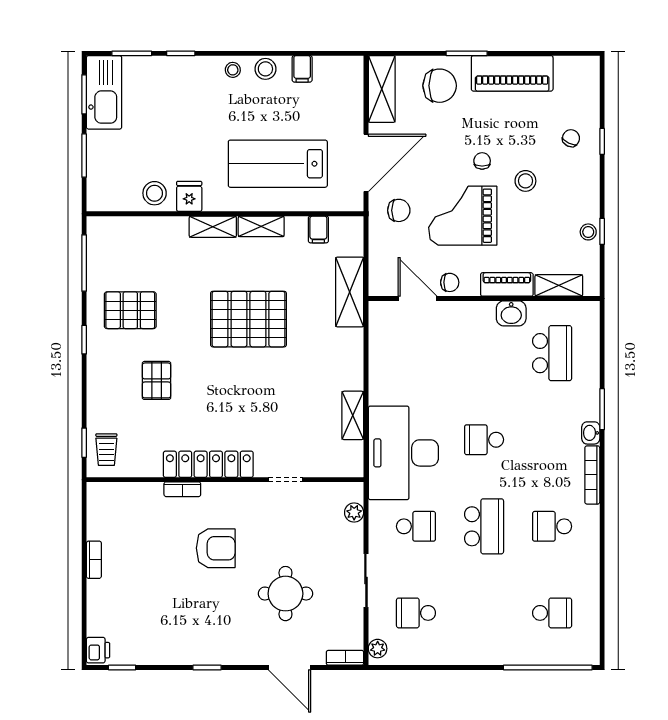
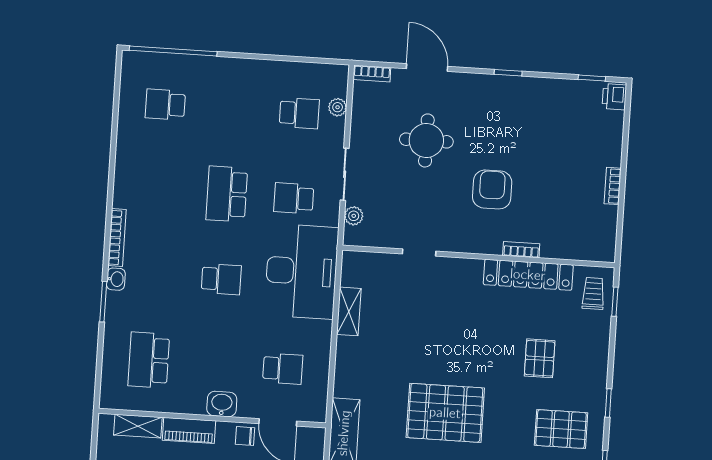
washbasin: (511, 313) -> (222, 404), moved
locker: (208, 464) -> (528, 275), moved
school desk: (552, 526) -> (283, 369), moved
armchair: (216, 548) -> (492, 189), turned 90
sliding door: (366, 580) -> (345, 174), moved
plant: (378, 649) -> (338, 107), moved

